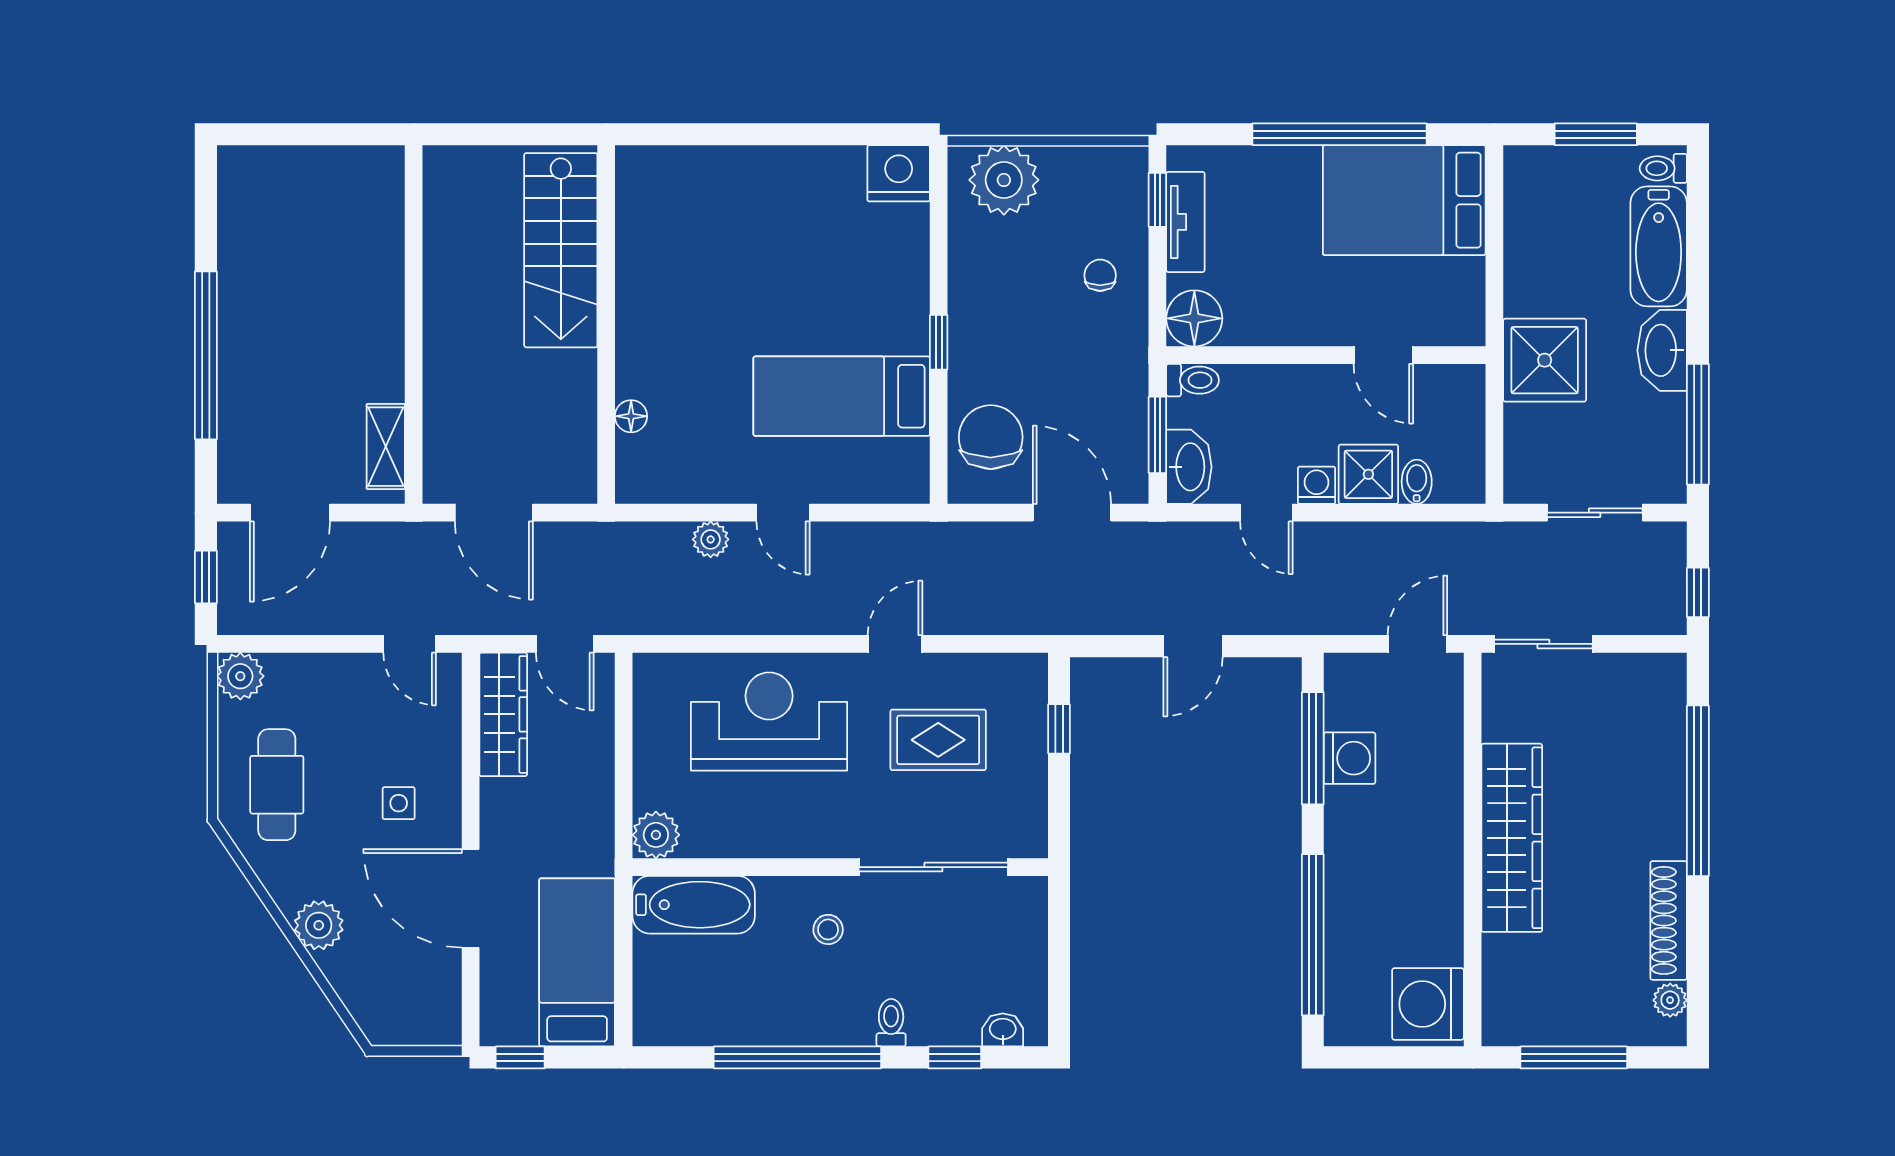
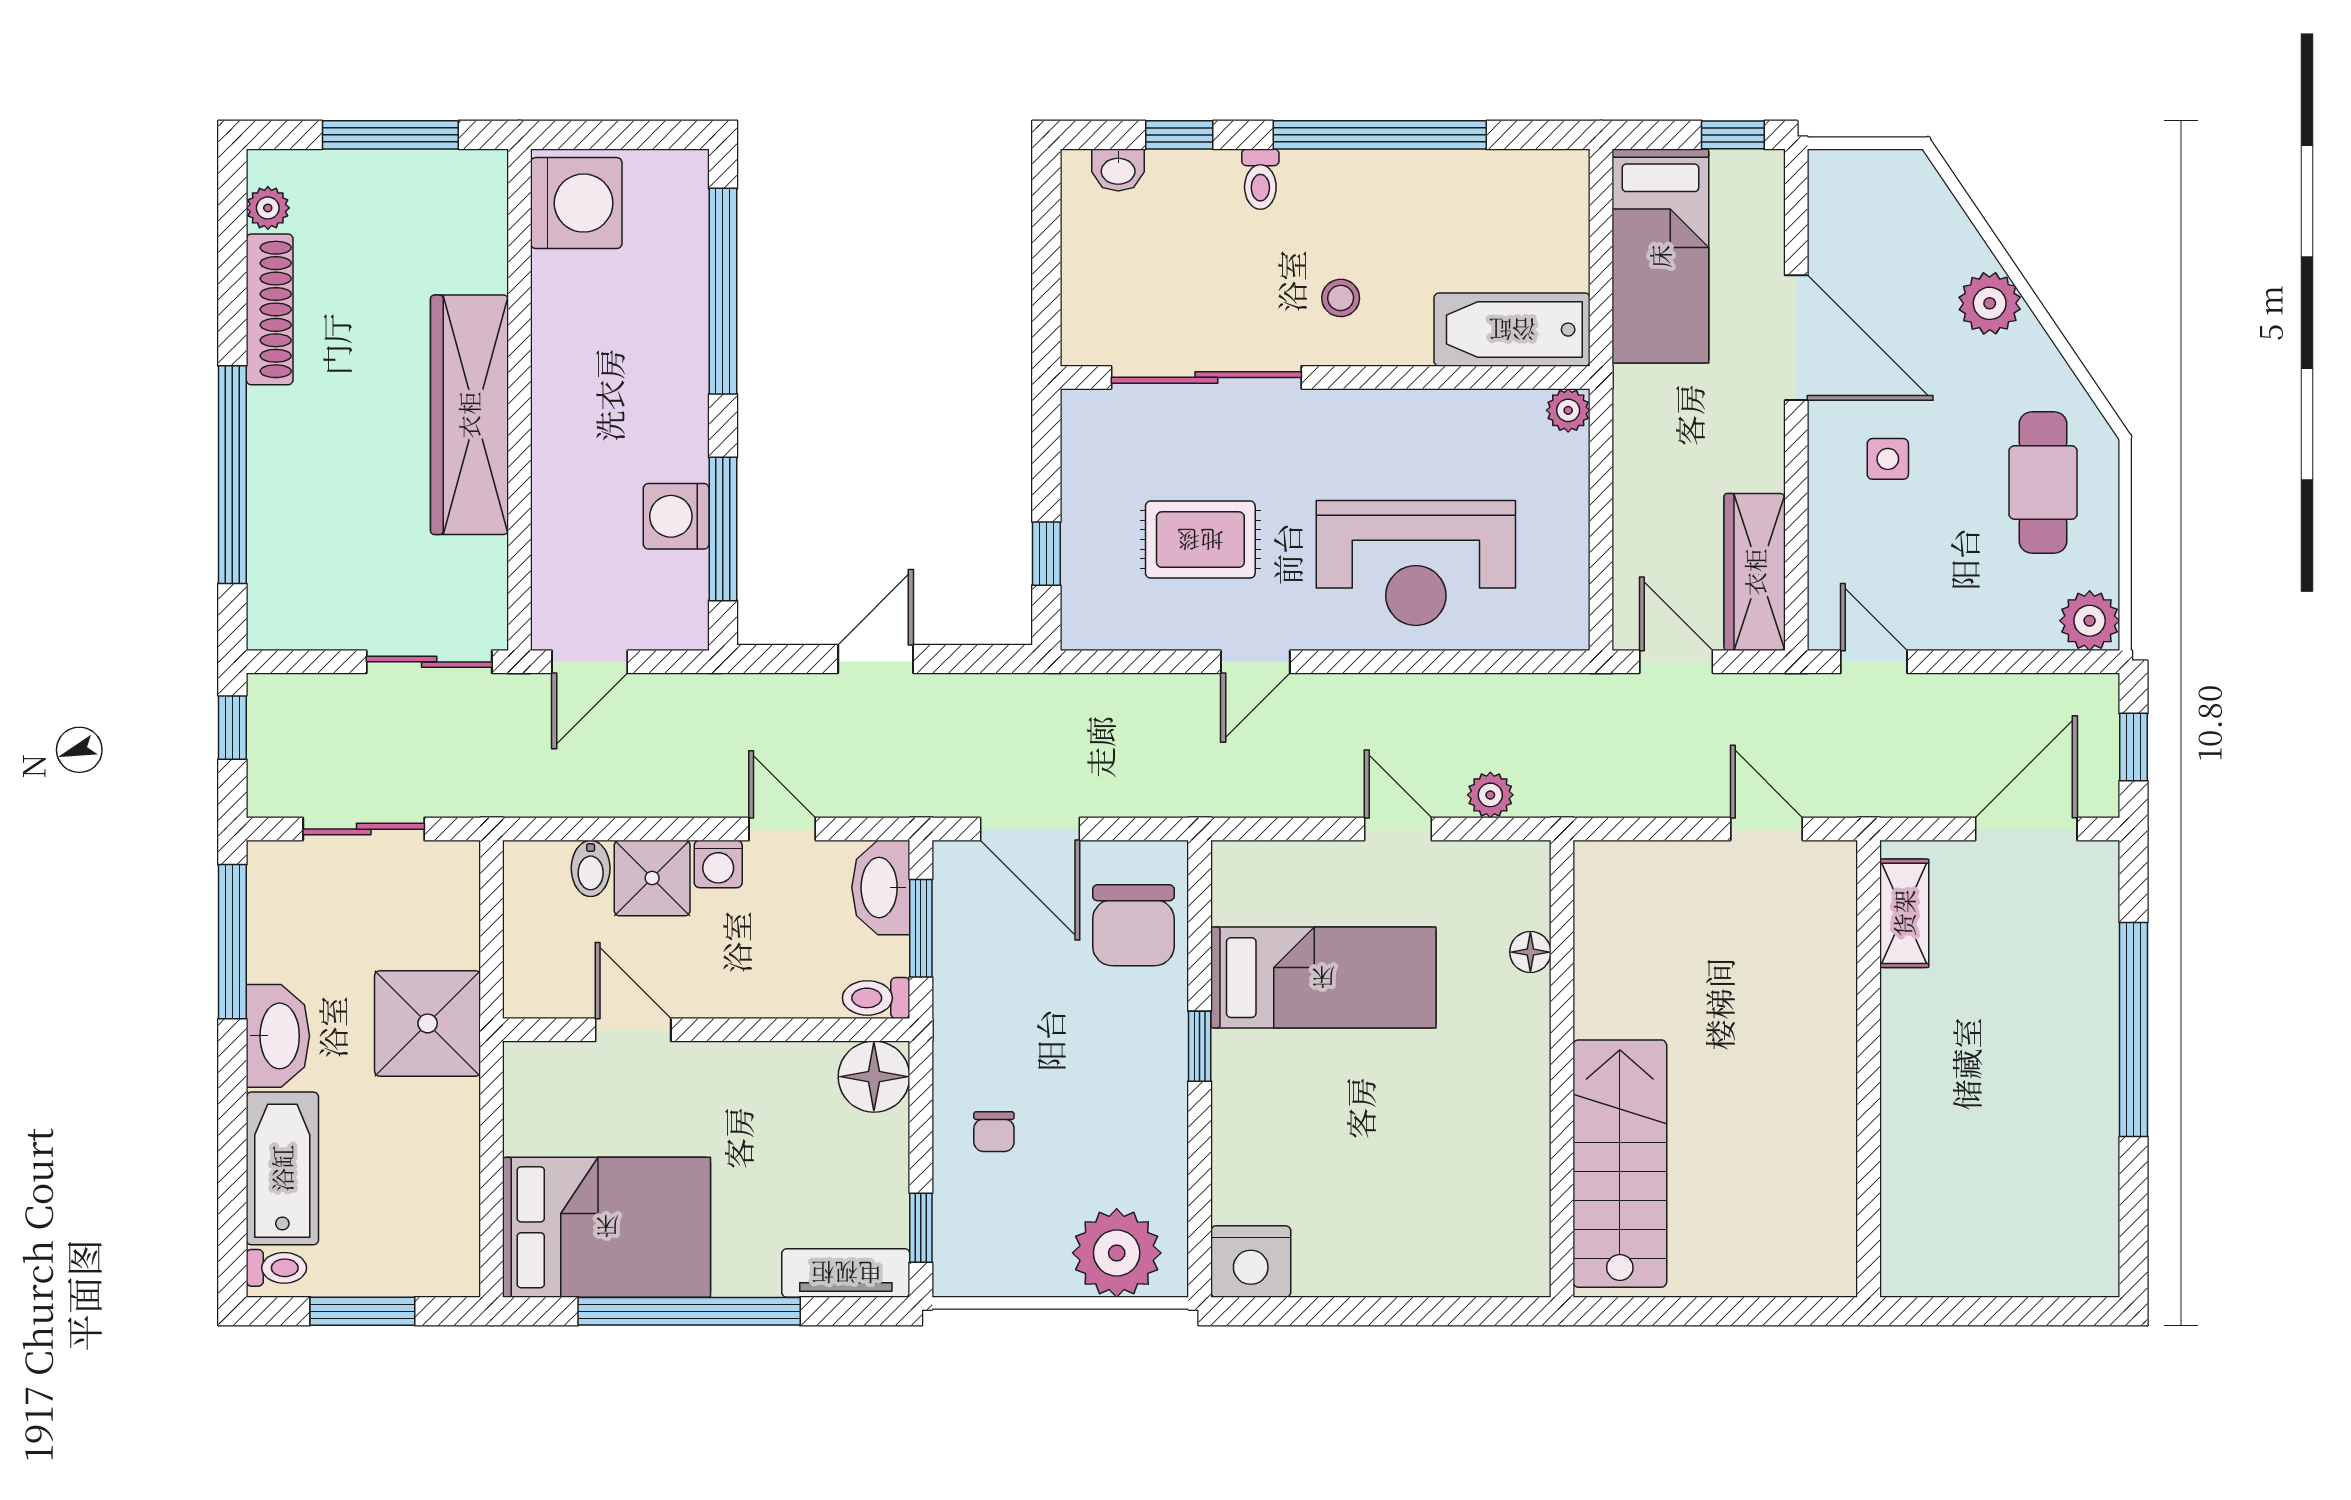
tv unit: (1185, 222) -> (846, 1273), moved, turned 90
stairs: (561, 250) -> (1620, 1164), moved
wall: (606, 325) -> (1562, 1069), moved
floor lamp: (631, 416) -> (1530, 952), moved
door: (494, 513) -> (1767, 829), width x0.73
plant: (656, 835) -> (1568, 410), width x0.73, depth x0.73

